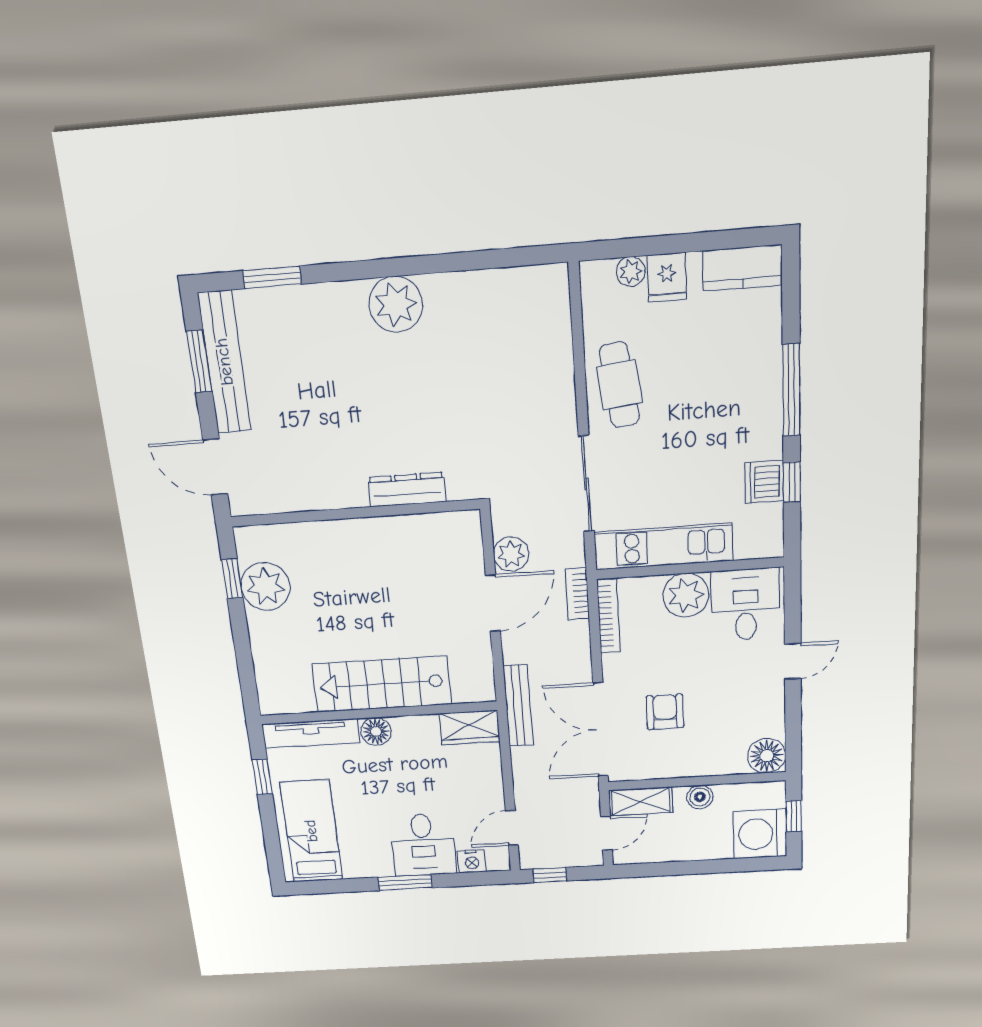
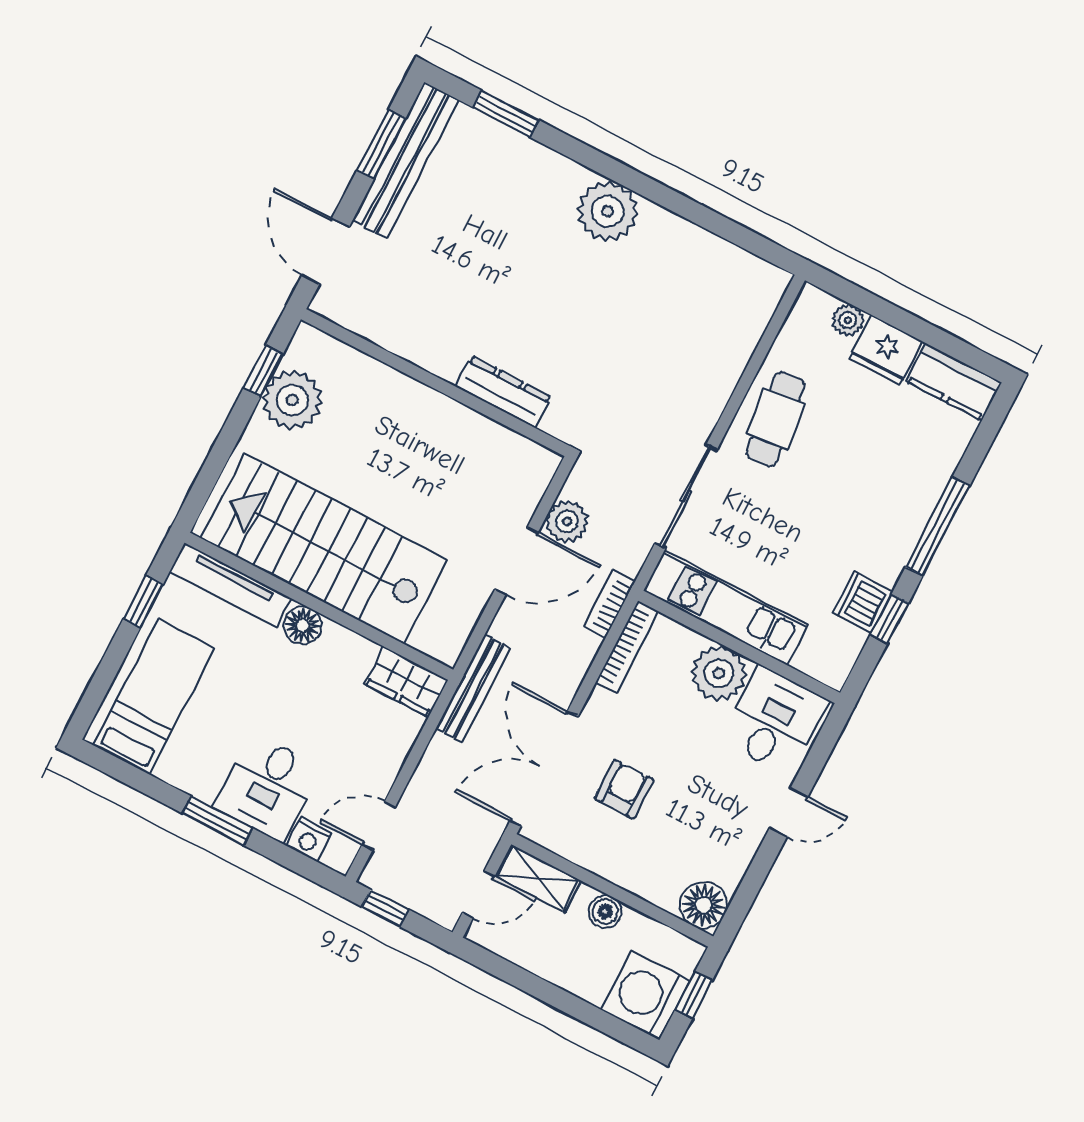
fridge: (667, 277) -> (886, 350), width x1.38
stairs: (382, 684) -> (324, 549), width x1.36, depth x1.51

